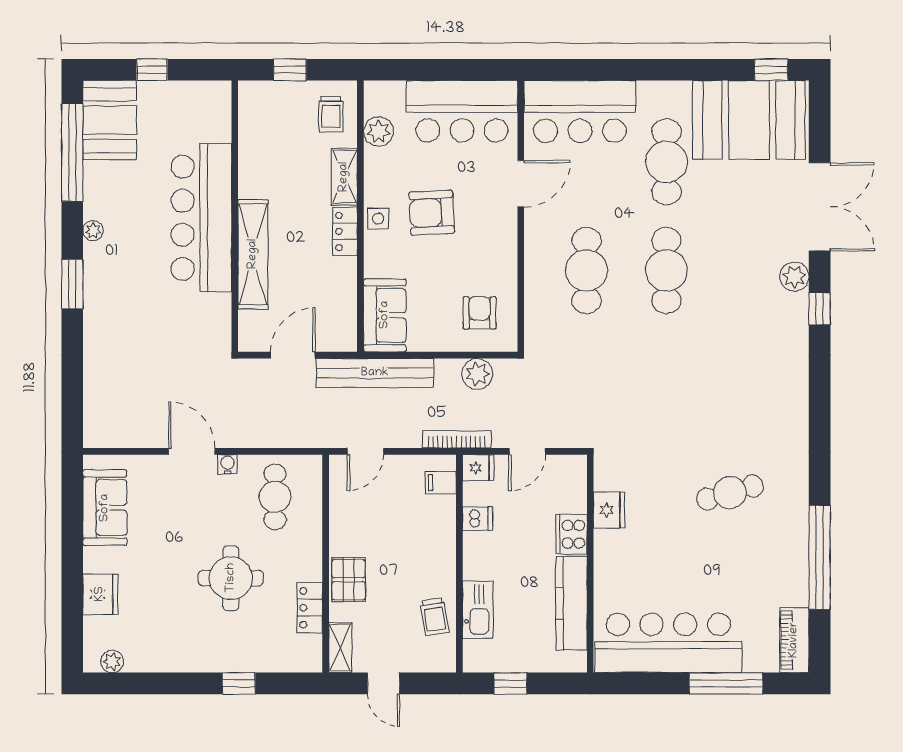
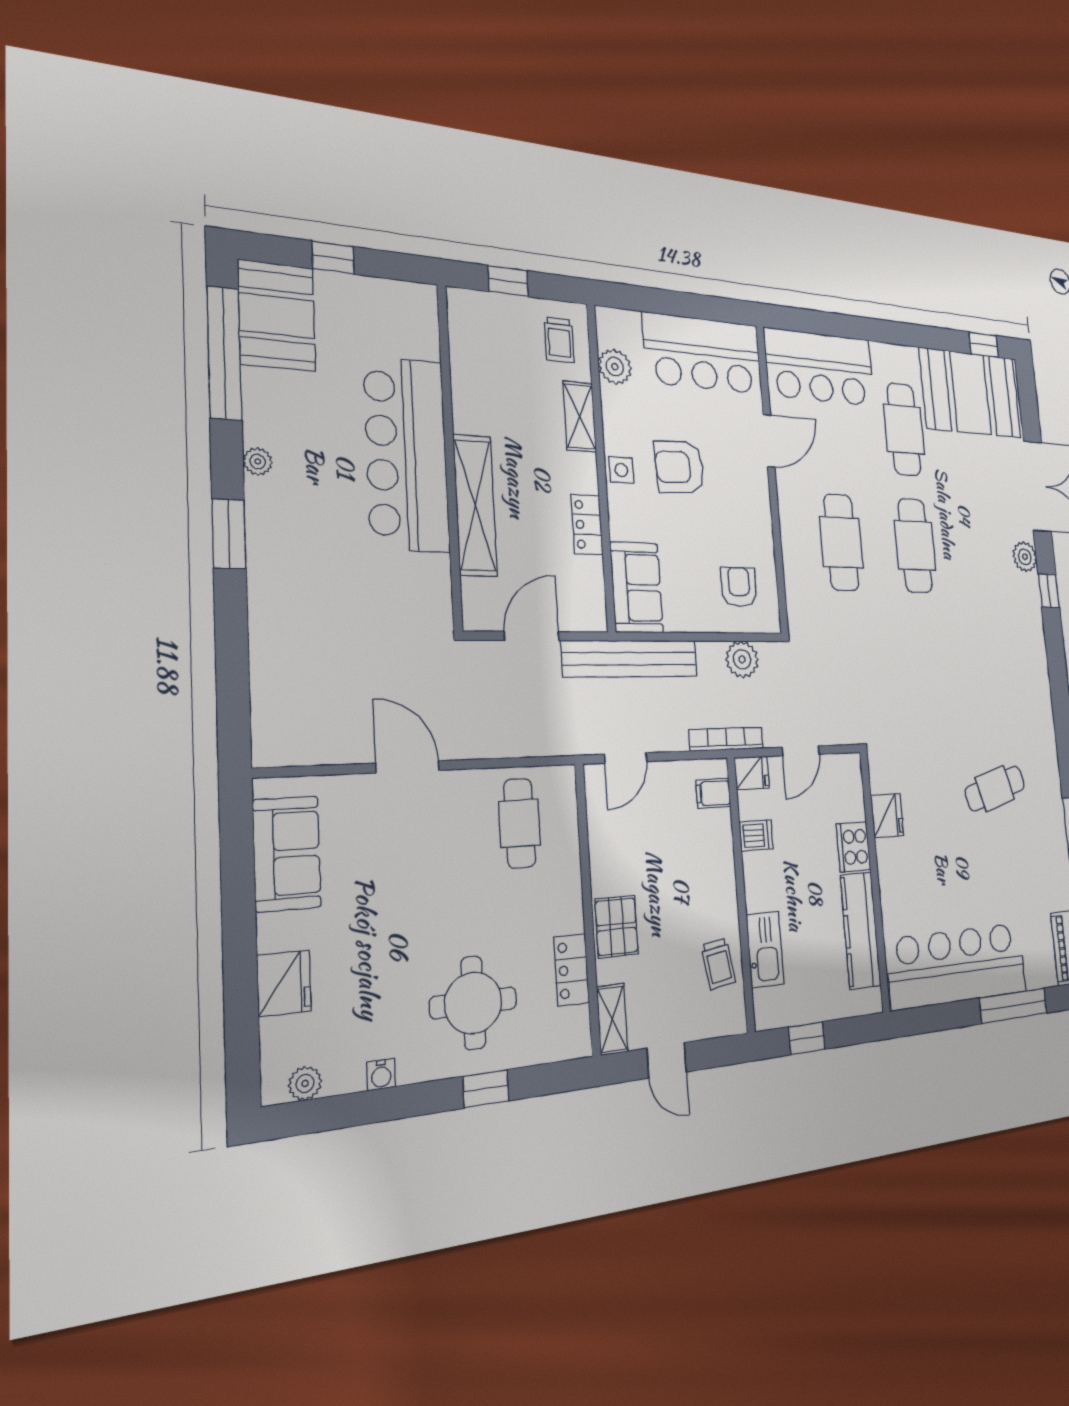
locker: (345, 231) -> (587, 525), moved
water cooler: (227, 464) -> (381, 1075), moved, turned 180
round table: (231, 578) -> (473, 1003), moved

